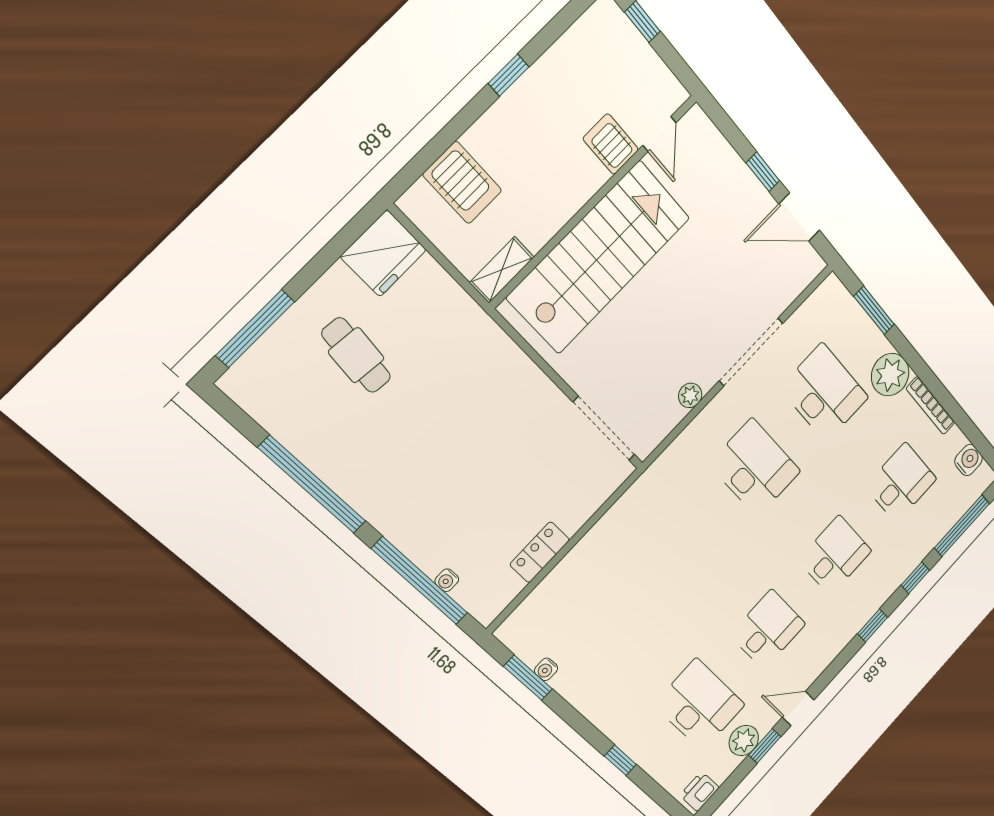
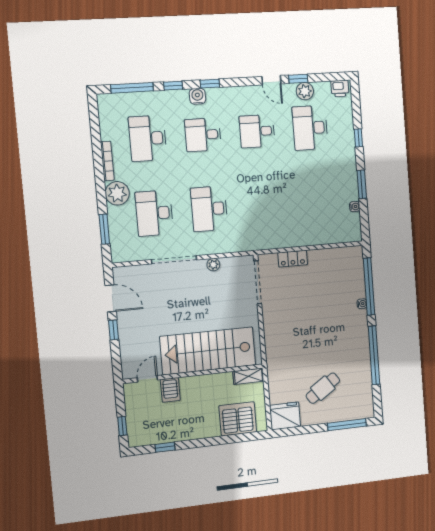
window: (508, 75) -> (165, 447), moved
server rack: (462, 183) -> (238, 419), width x1.60
cafe table: (356, 355) -> (323, 388), turned 50
water cooler: (969, 460) -> (197, 96), moved, turned 90
desk: (901, 483) -> (148, 138), width x1.37
locker: (540, 552) -> (293, 259), moved
water cooler: (447, 580) -> (362, 304), moved
window: (528, 678) -> (362, 184), moved

